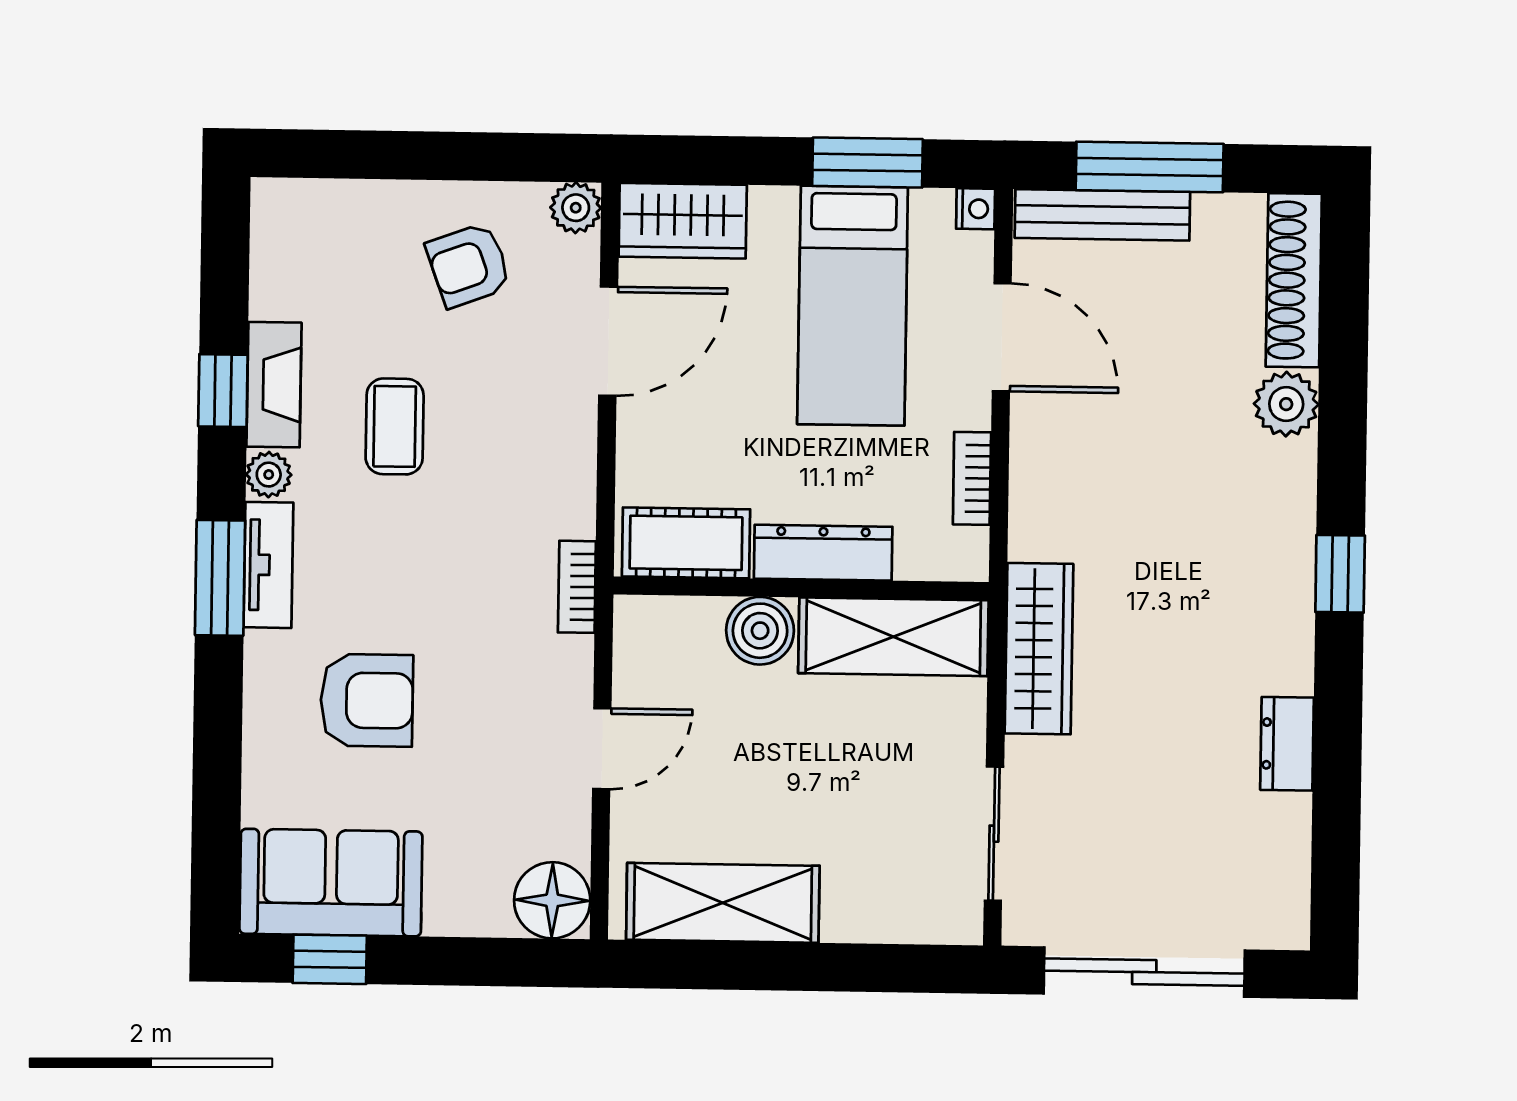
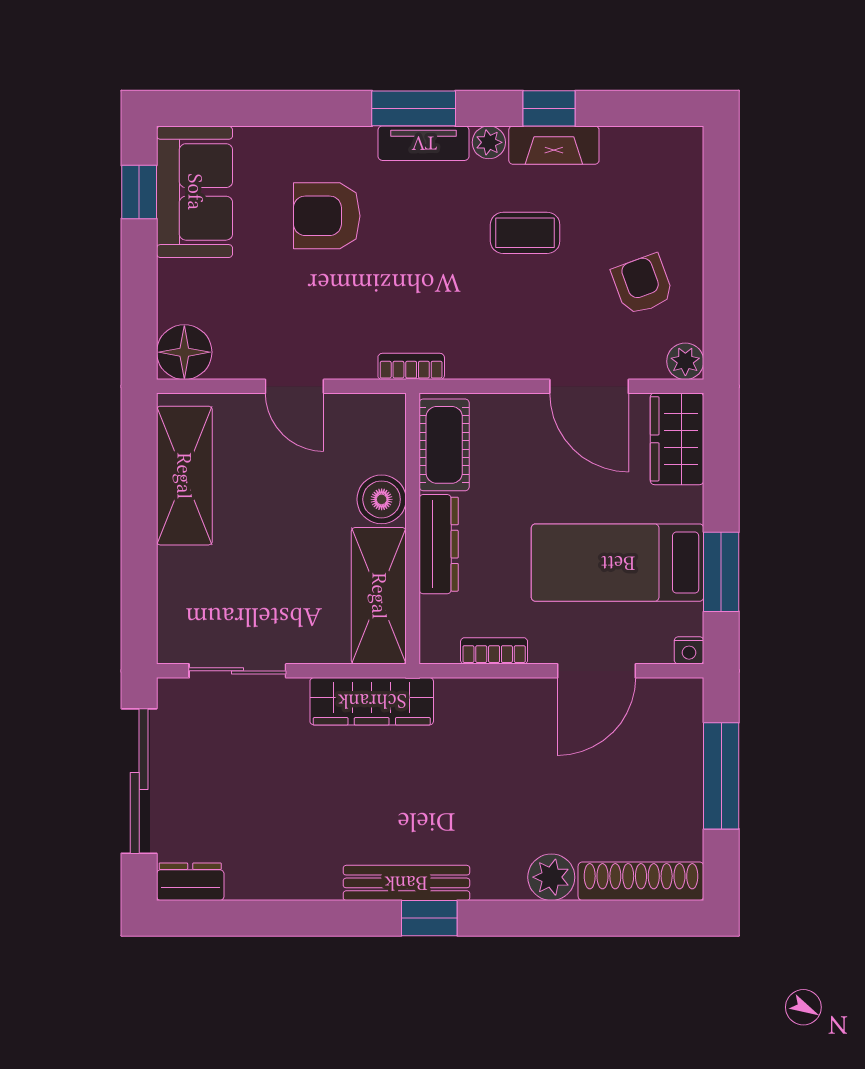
bench: (1102, 215) -> (406, 883), moved, turned 90
armchair: (367, 700) -> (327, 216), turned 90
dresser: (1287, 744) -> (190, 882), moved

